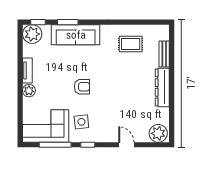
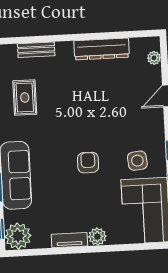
dresser: (162, 87) -> (102, 49), moved
plant: (158, 133) -> (154, 58), width x0.53, depth x0.53

